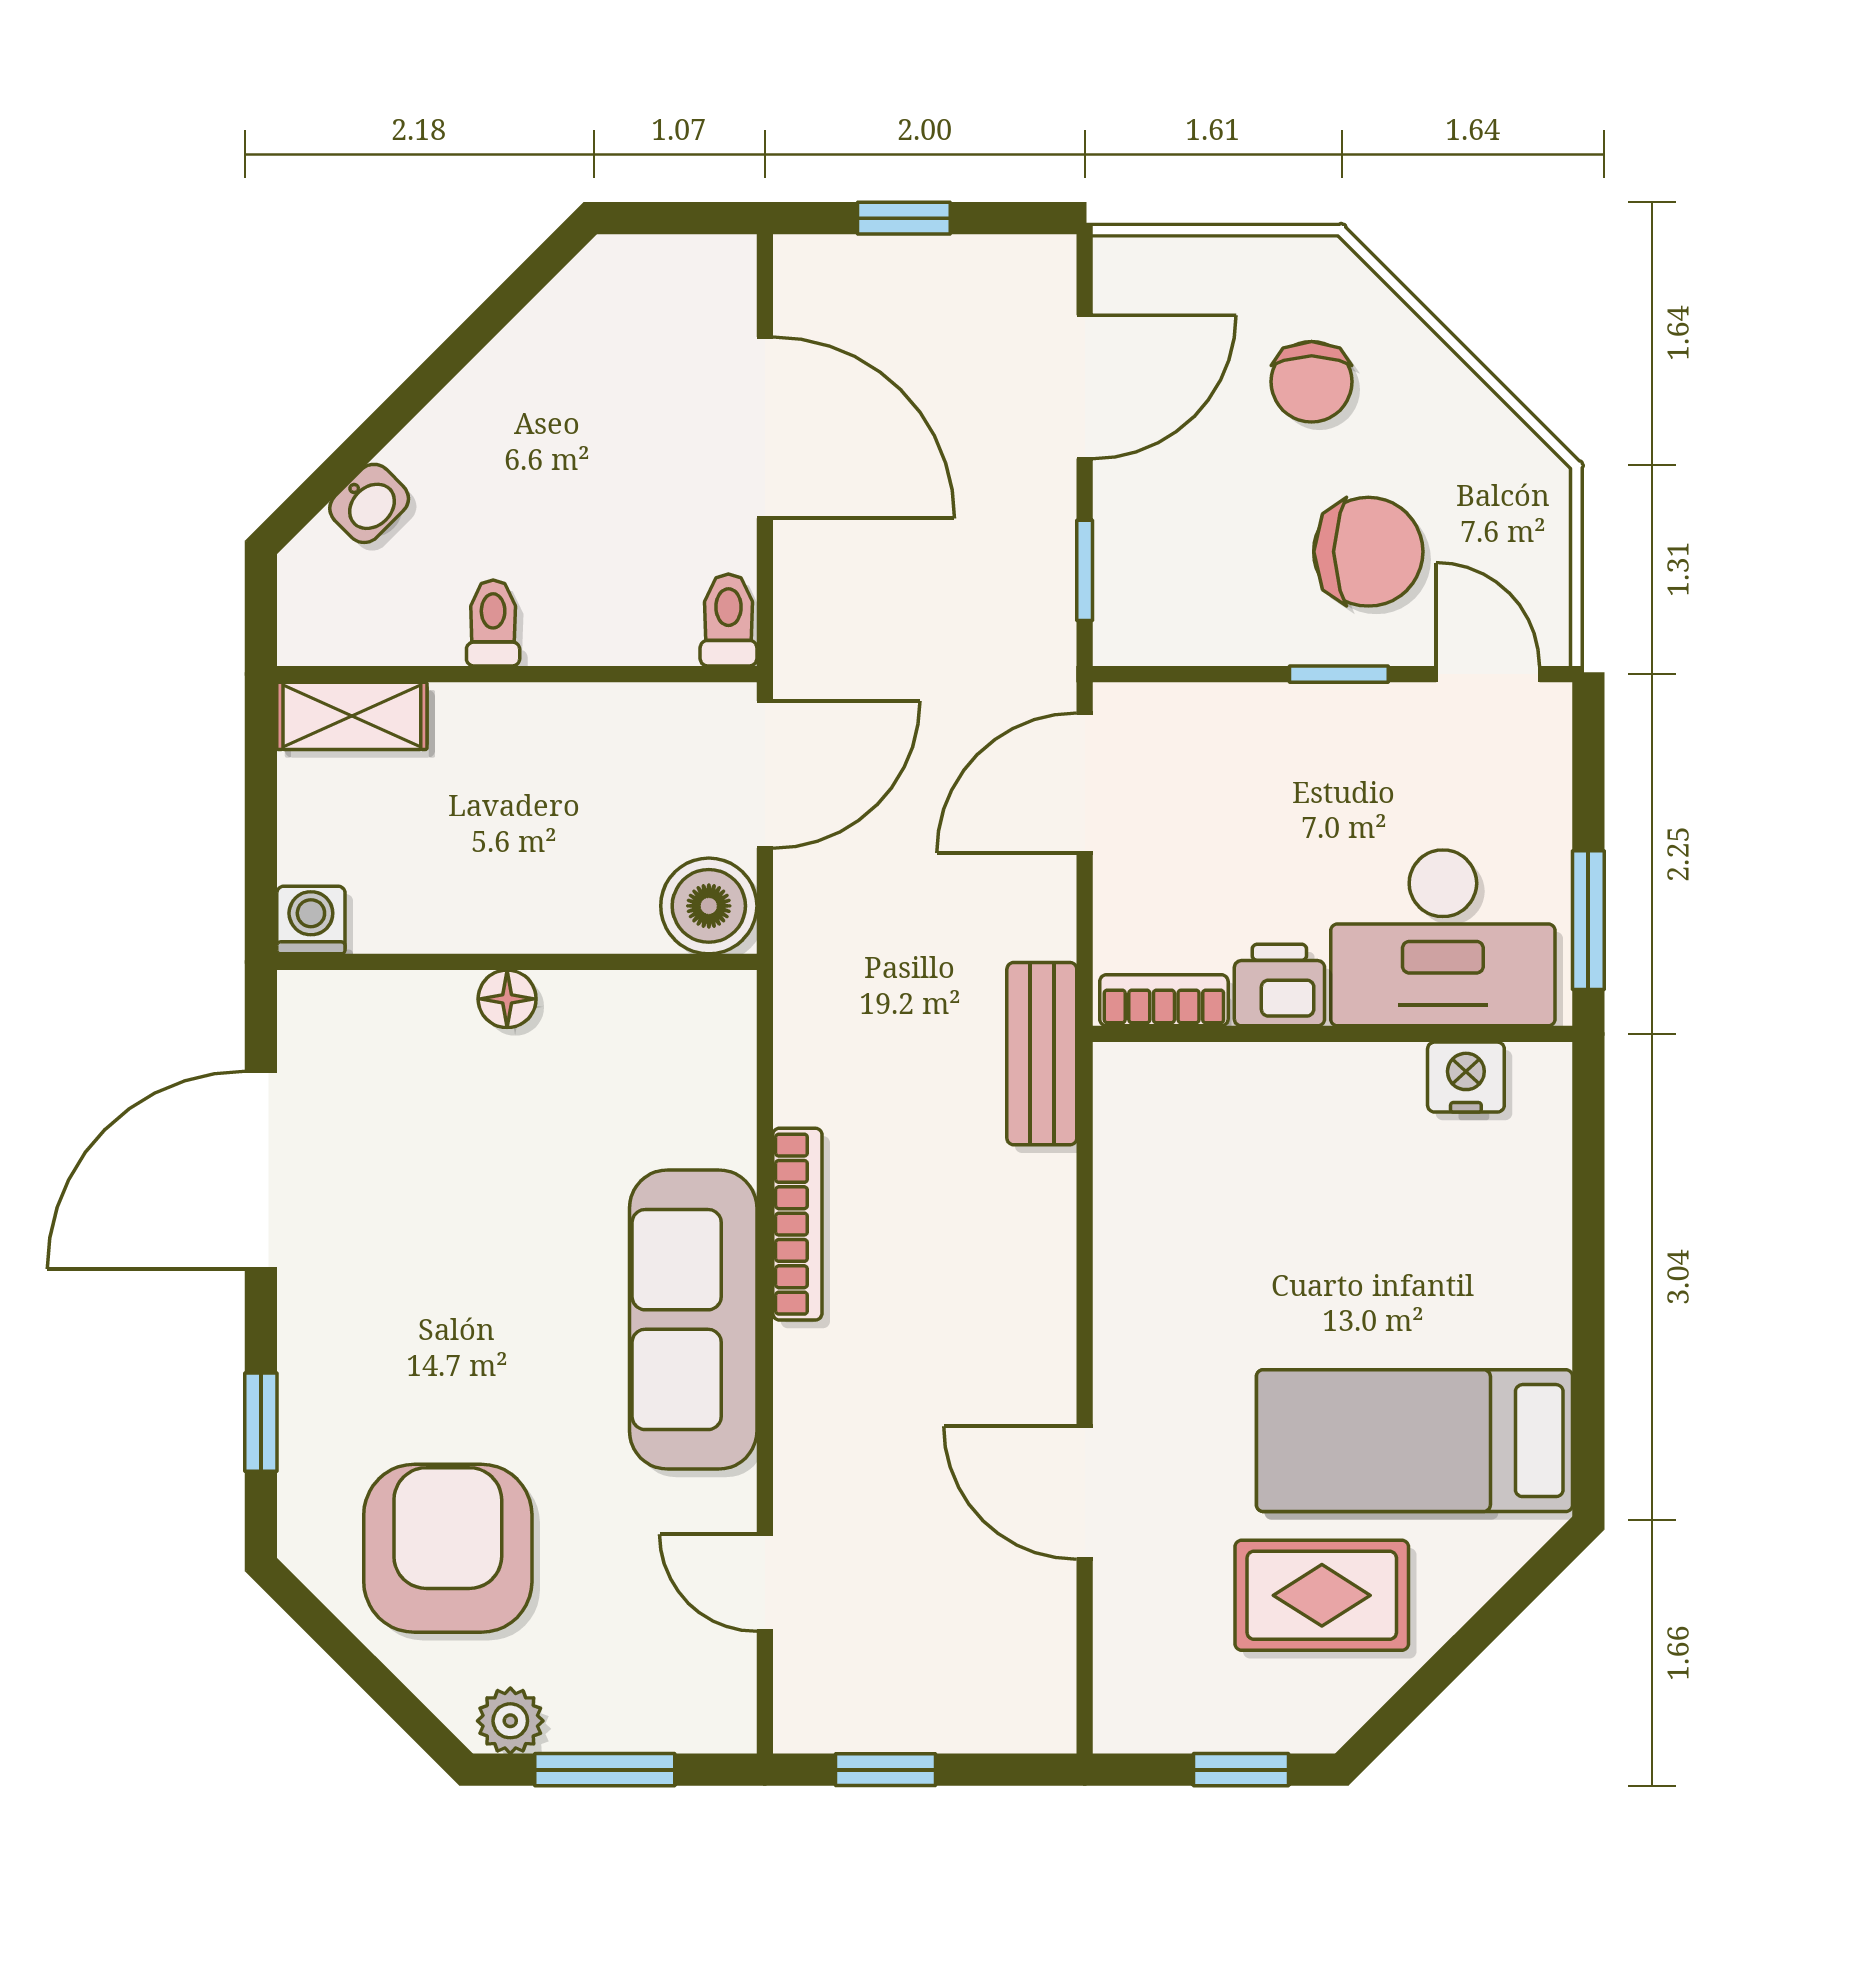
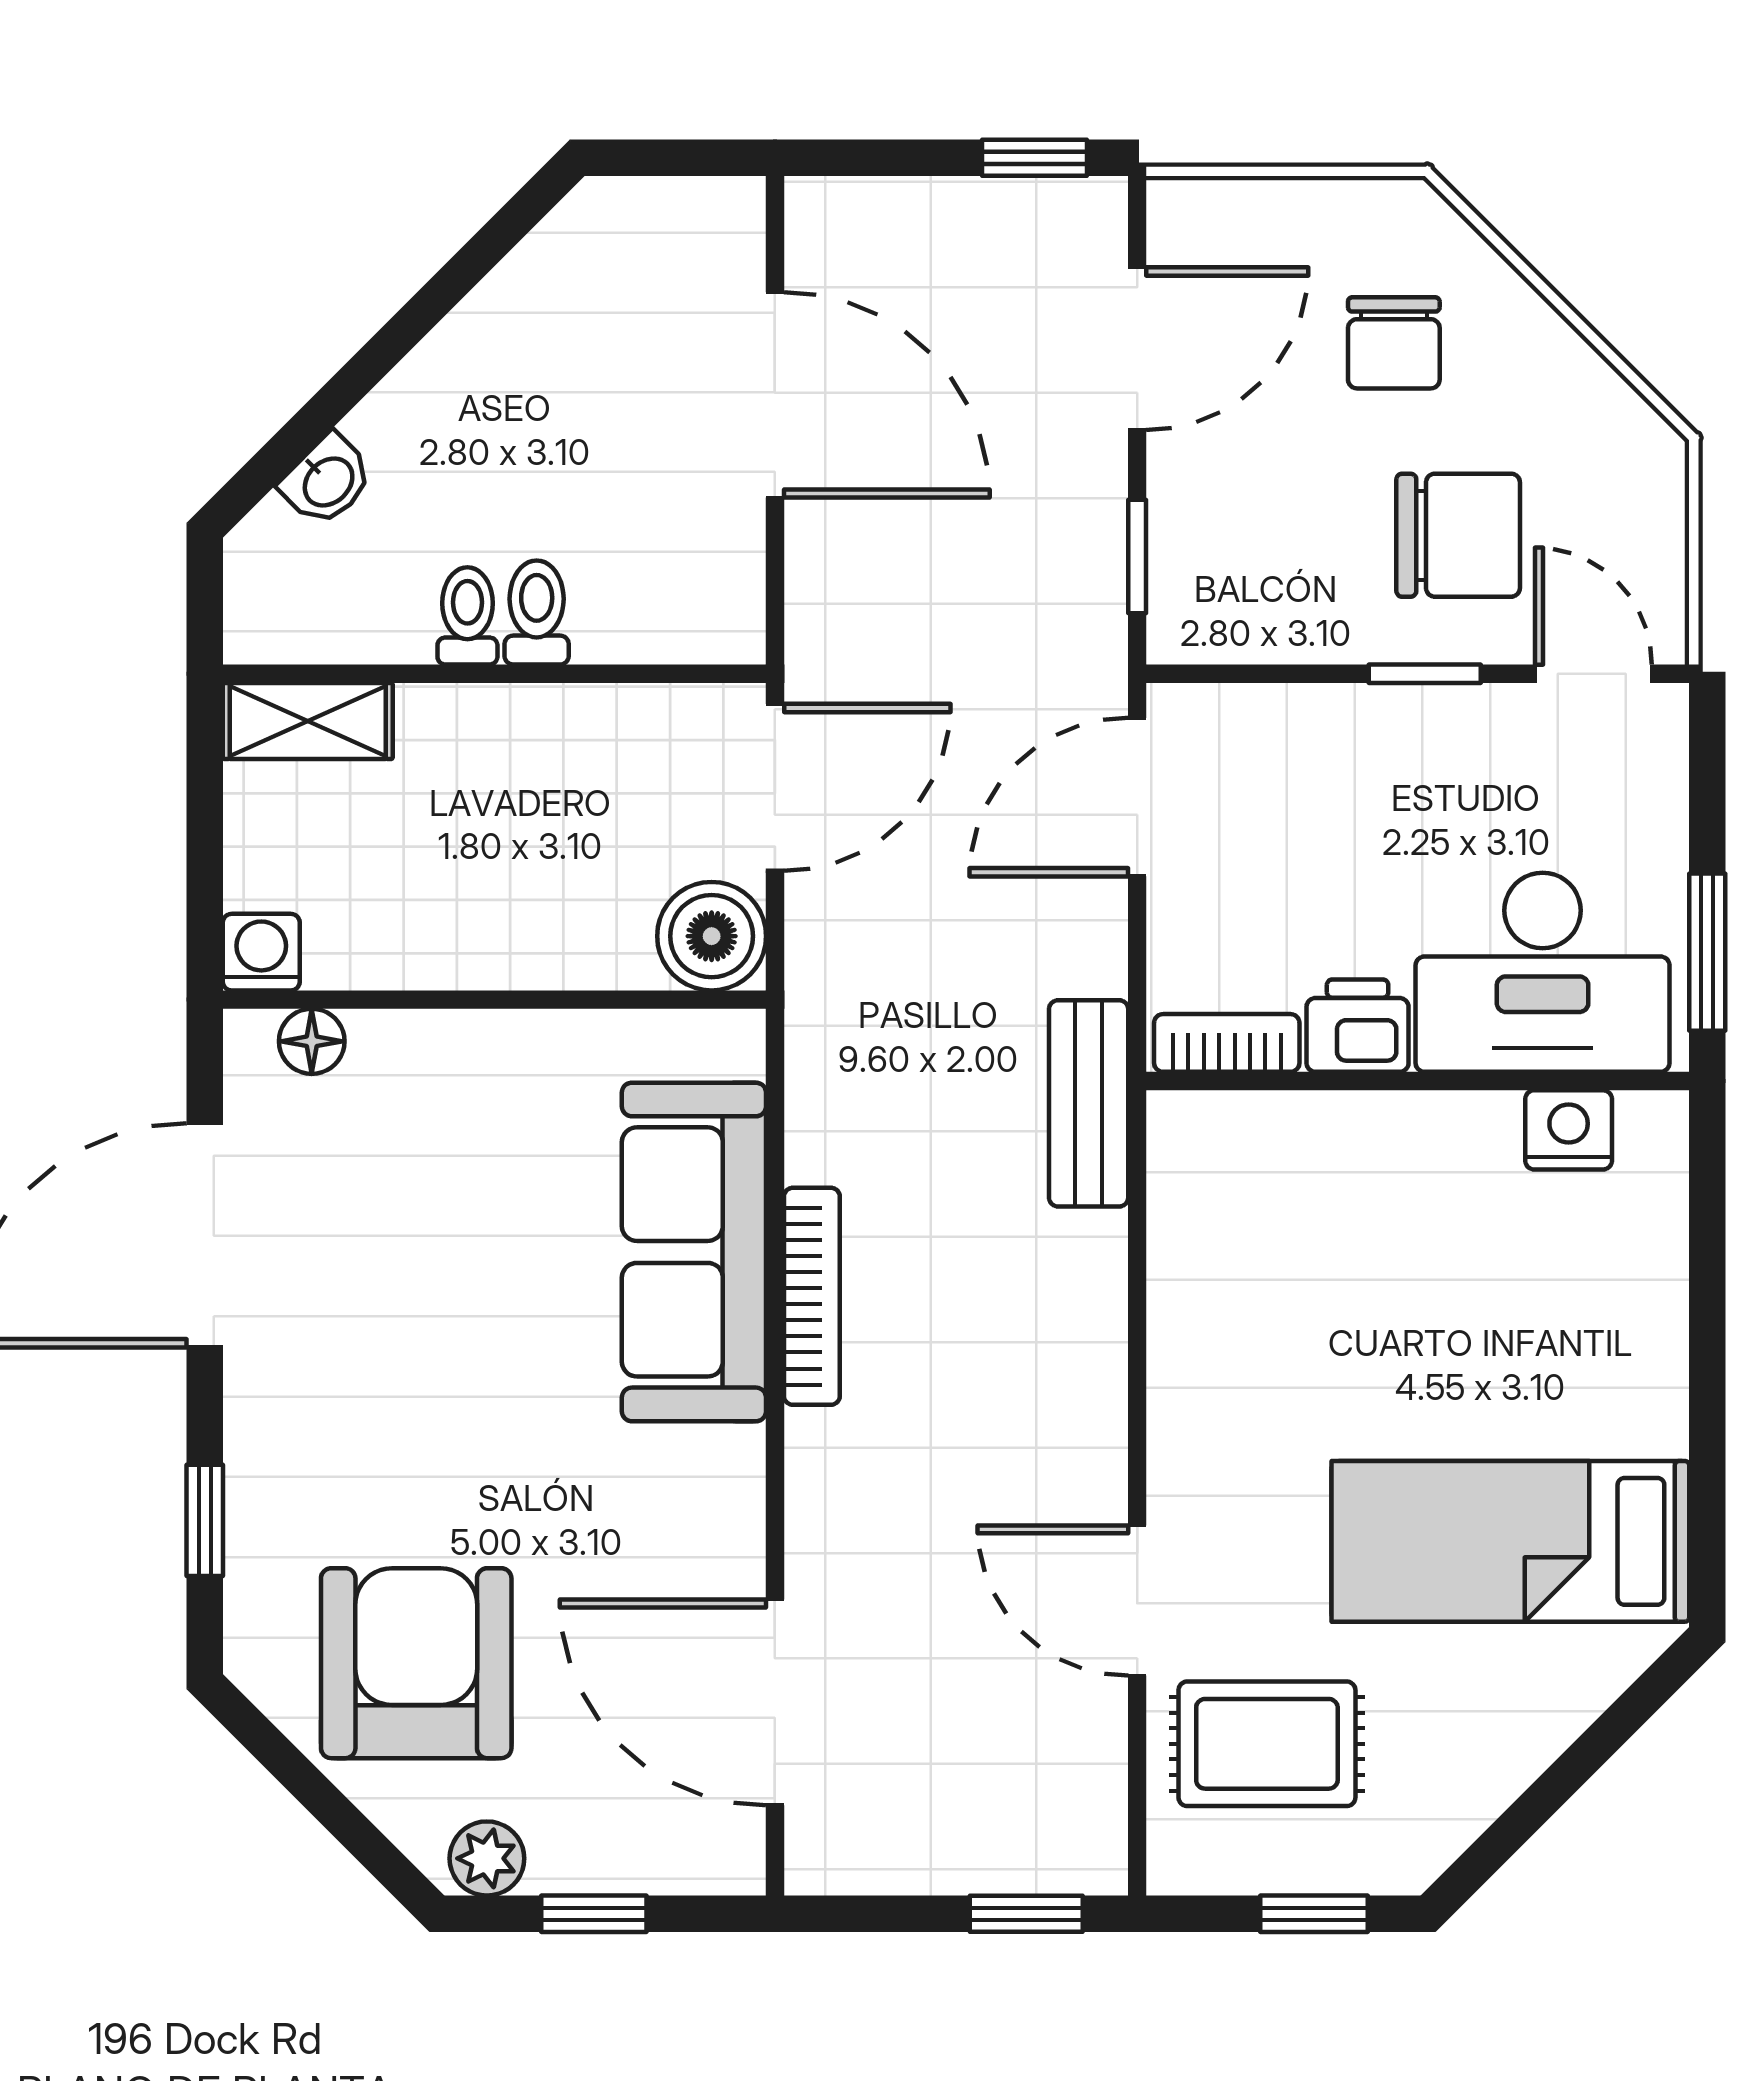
window: (904, 218) -> (1034, 158), moved
toilet: (728, 620) -> (537, 613), moved
floor lamp: (507, 999) -> (312, 1041), moved
sofa: (693, 1320) -> (694, 1252), moved
door: (765, 1583) -> (775, 1702), width x1.88
rug: (1322, 1595) -> (1267, 1744), moved
window: (605, 1770) -> (594, 1914), width x0.67
window: (885, 1770) -> (1026, 1914), moved

